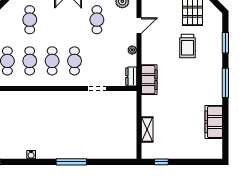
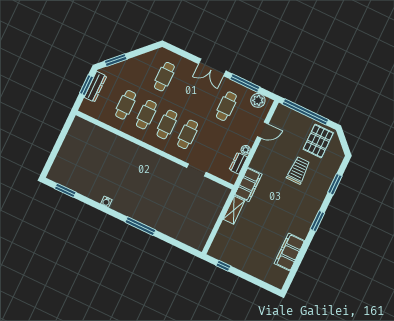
trolley: (187, 46) -> (298, 170), turned 180
dresser: (131, 77) -> (238, 163), moved
window: (225, 83) -> (317, 221), width x0.69
shelving: (147, 129) -> (234, 210), moved

